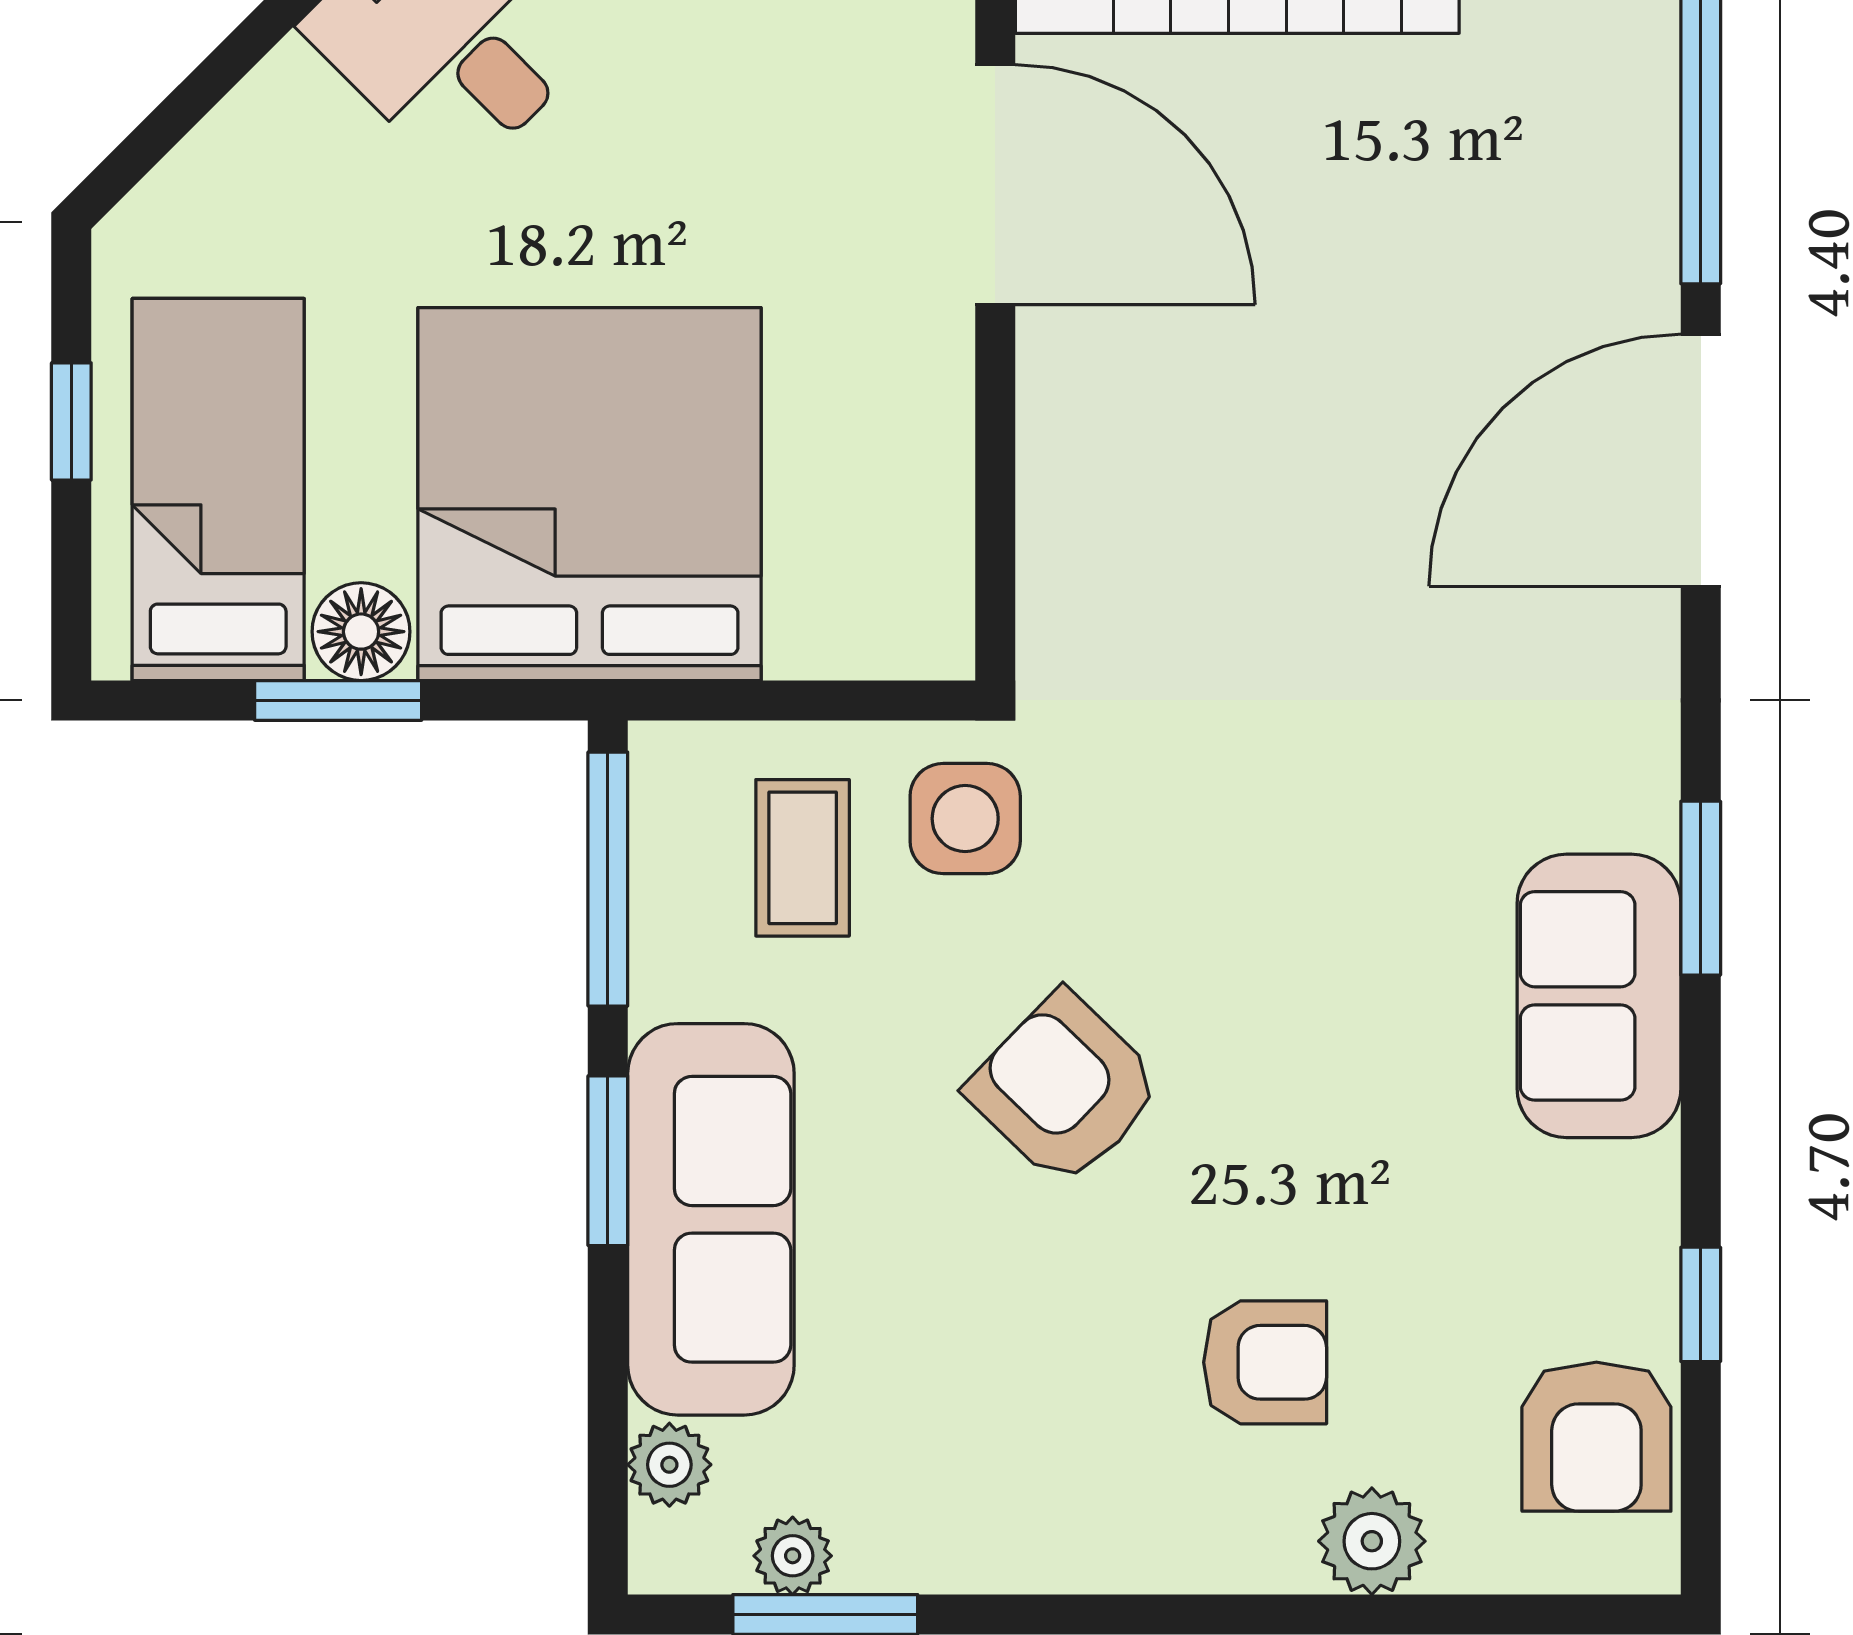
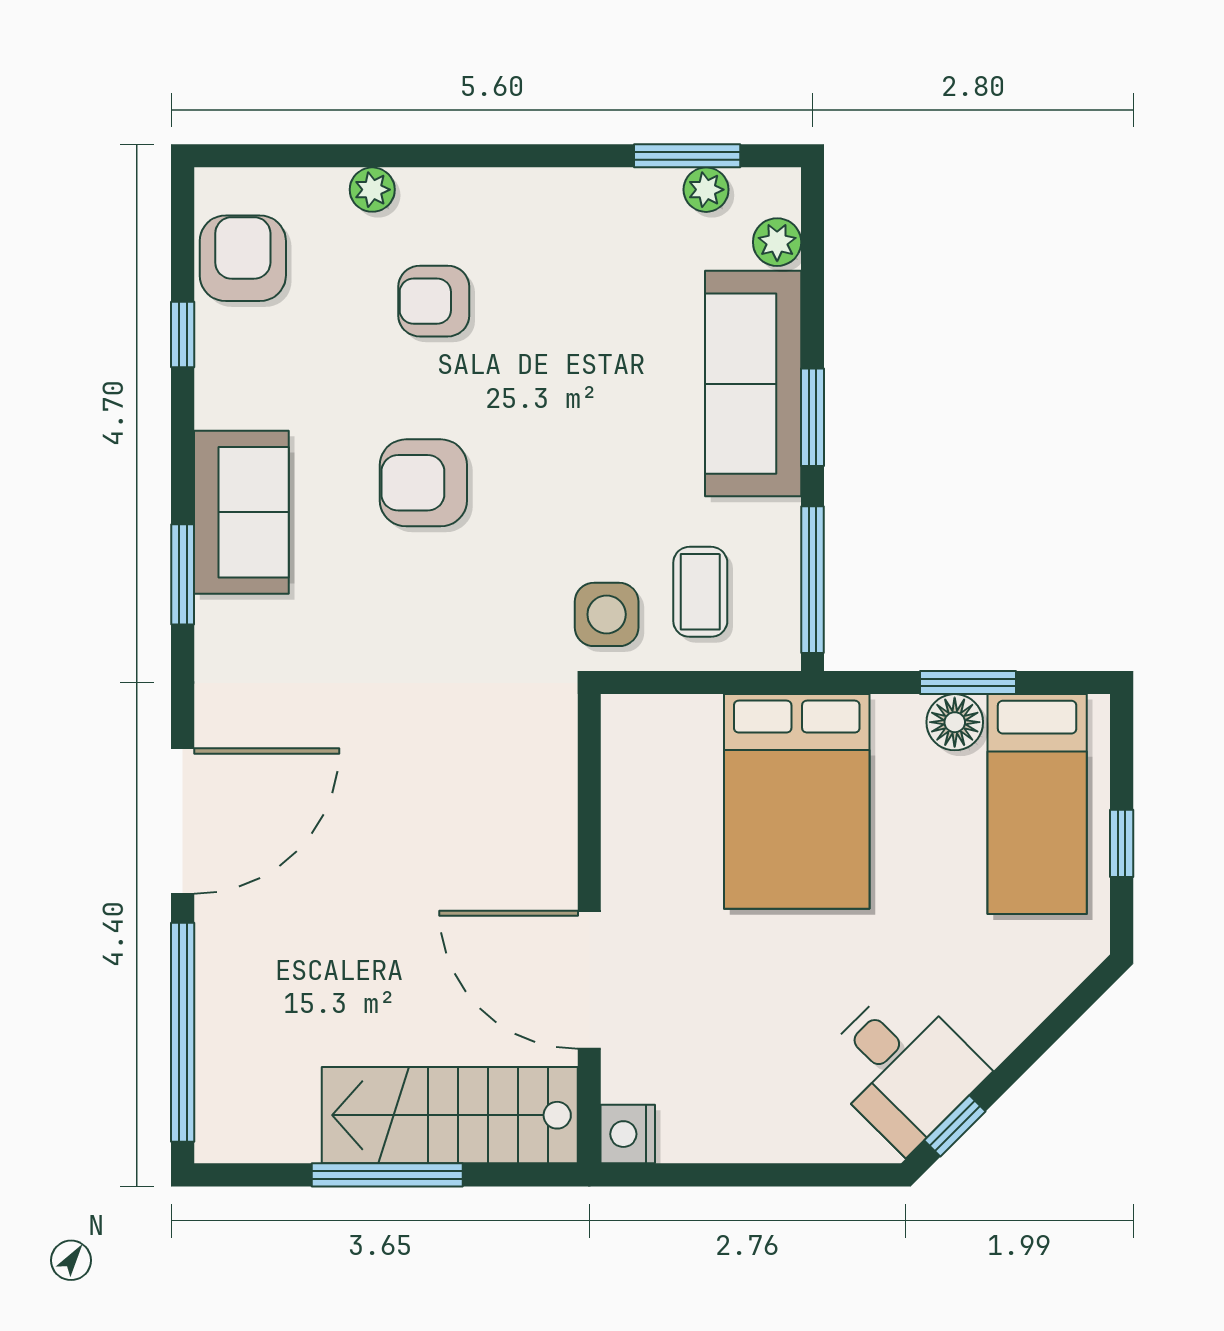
bed: (590, 494) -> (797, 801), width x0.73
armchair: (1065, 1089) -> (423, 483), moved, turned 136
plant: (1372, 1541) -> (372, 190), width x0.73, depth x0.73

